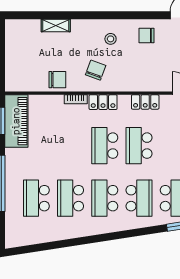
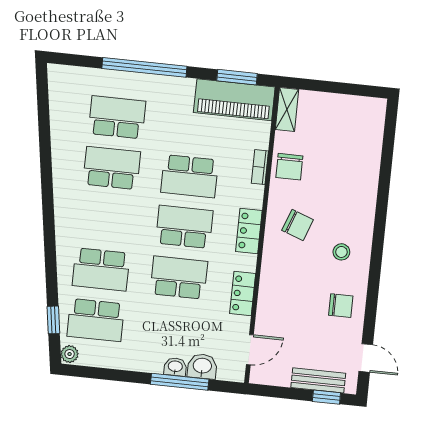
shelving: (56, 25) -> (287, 109), moved
chair: (146, 36) -> (341, 306), turned 90
bookcase: (76, 99) -> (260, 167), moved
school desk: (105, 198) -> (190, 176), moved, turned 180

